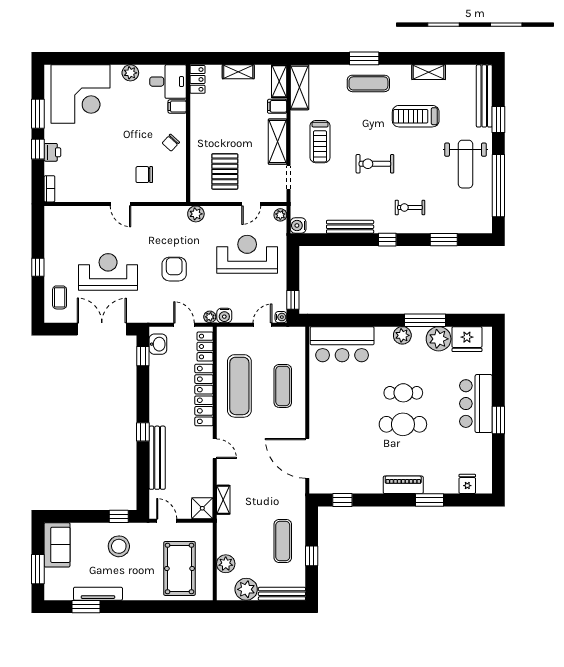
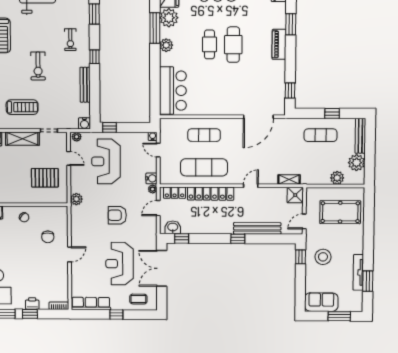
row of seats: (53, 233) -> (91, 304), added
window: (293, 300) -> (109, 127), moved

